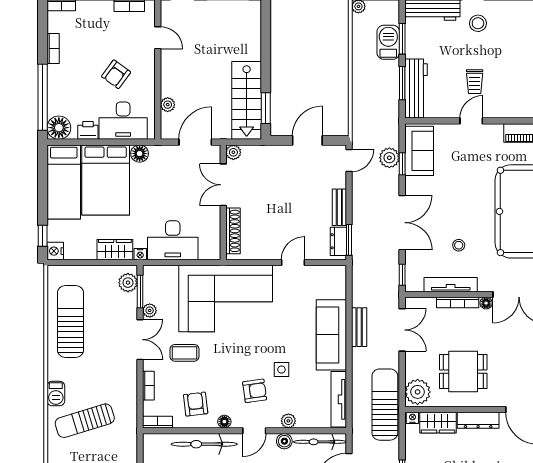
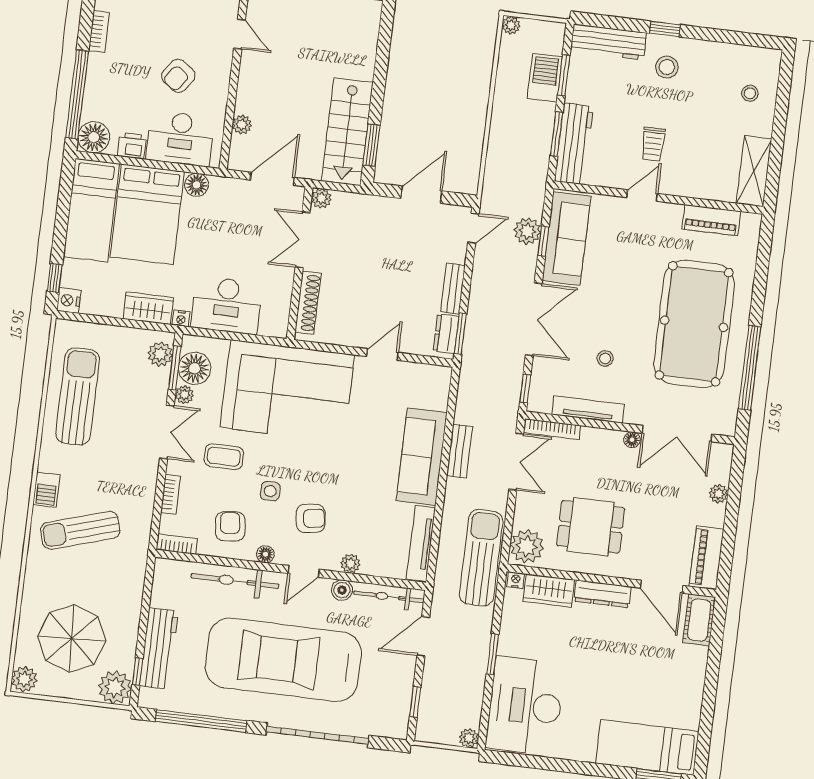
sofa: (419, 151) -> (566, 239), width x1.36
floor lamp: (155, 290) -> (195, 368), added
bookcase: (458, 302) -> (552, 429), moved
side table: (281, 370) -> (270, 491), moved

